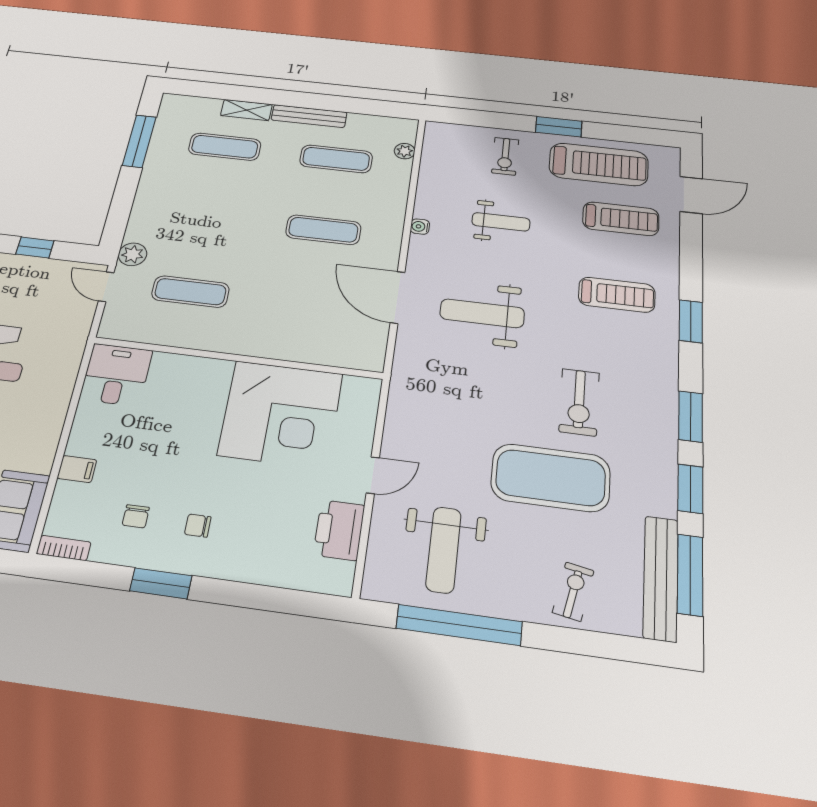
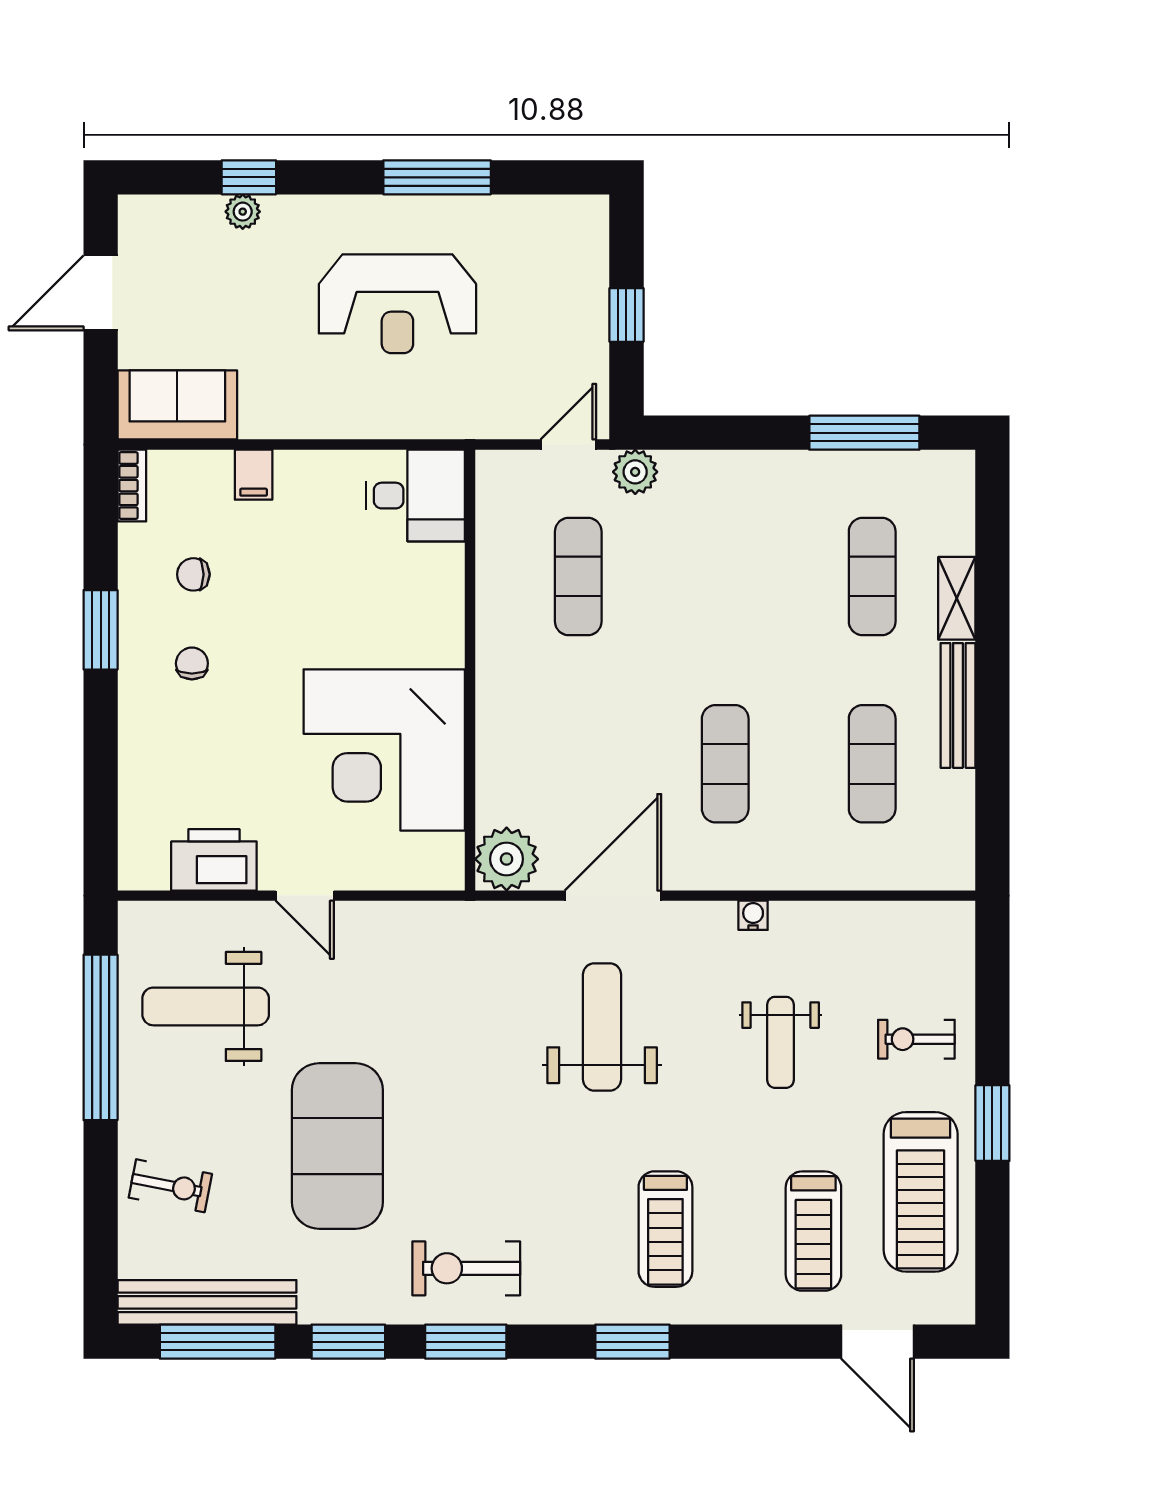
plant: (405, 151) -> (507, 859), moved, width x1.87, depth x1.87
exercise bike: (579, 402) -> (466, 1268), moved

